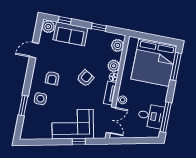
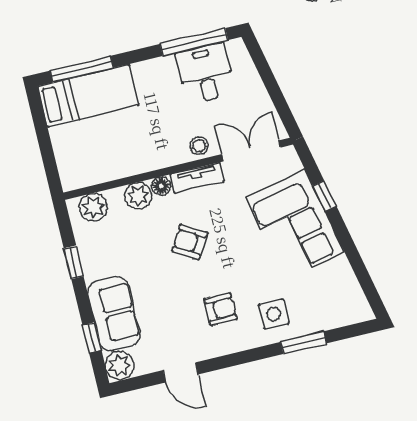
bed: (154, 62) -> (88, 96), width x0.49

